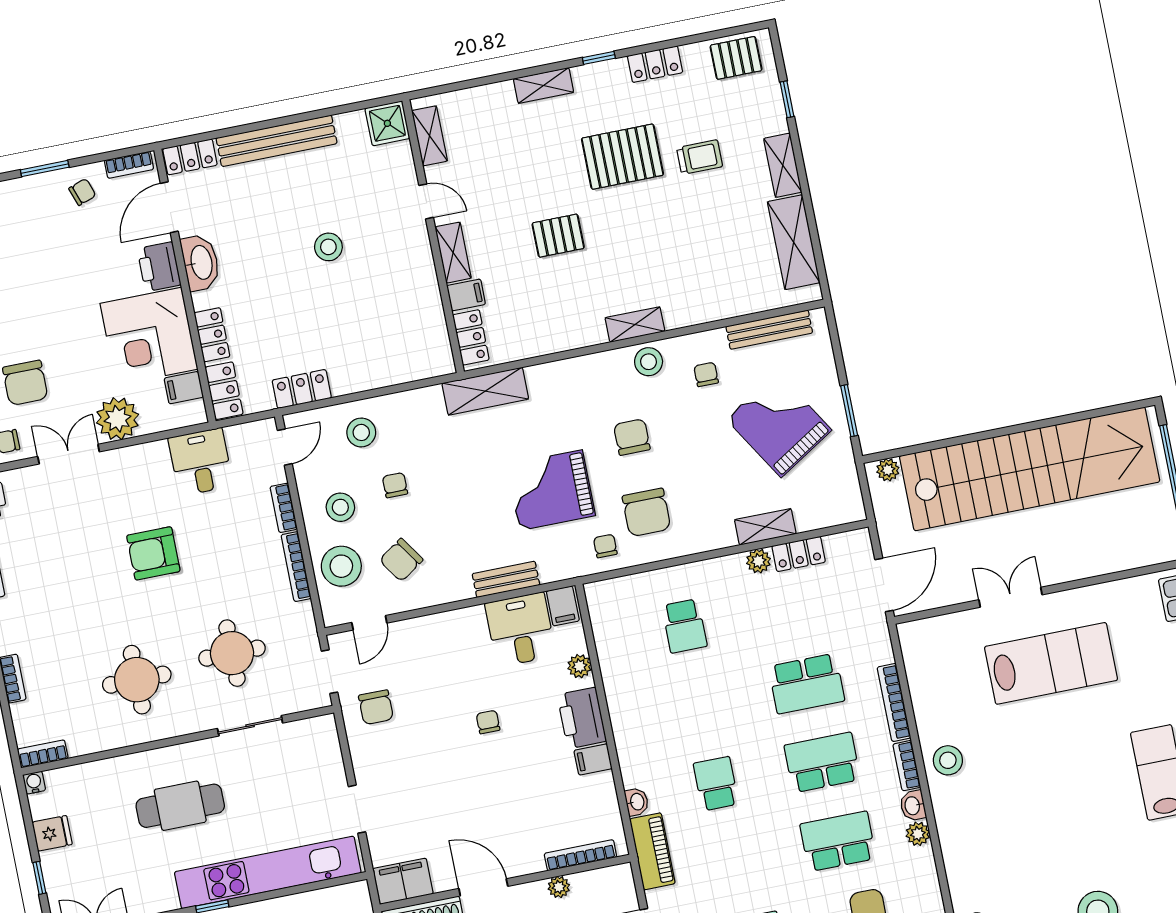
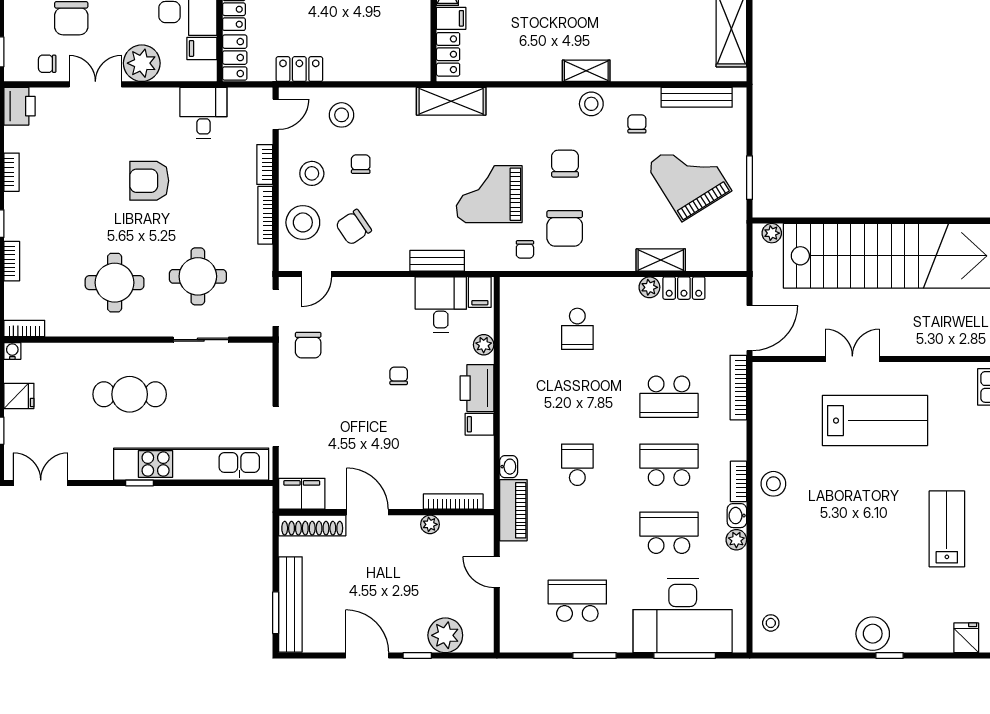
chair: (605, 546) -> (525, 249), turned 180
bookcase: (894, 703) -> (738, 388), moved

